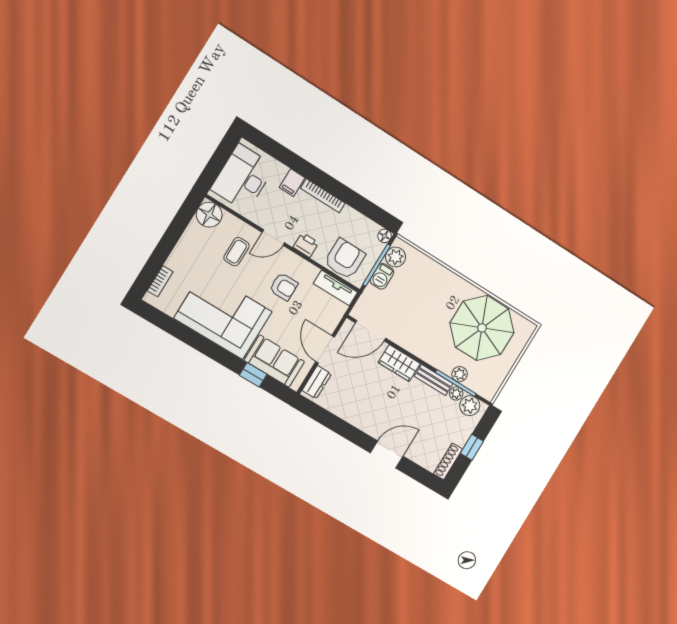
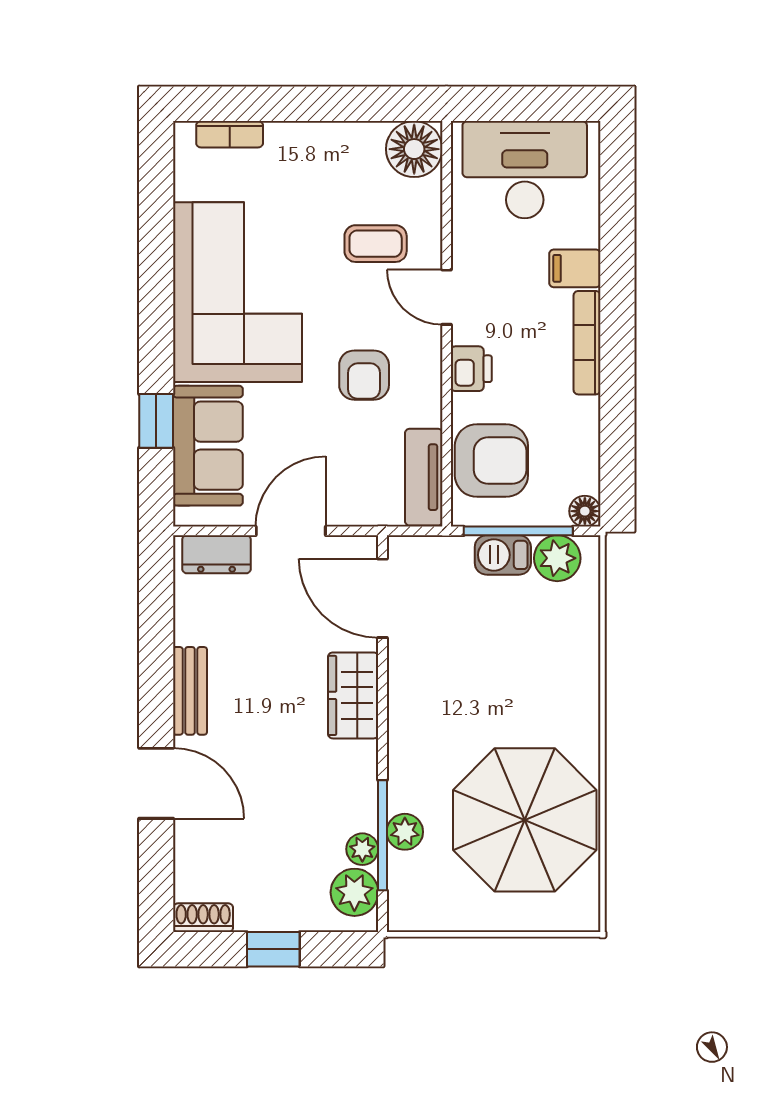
bench: (434, 380) -> (190, 691), moved
shoe rack: (448, 461) -> (203, 918), width x0.70

